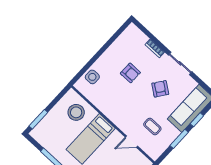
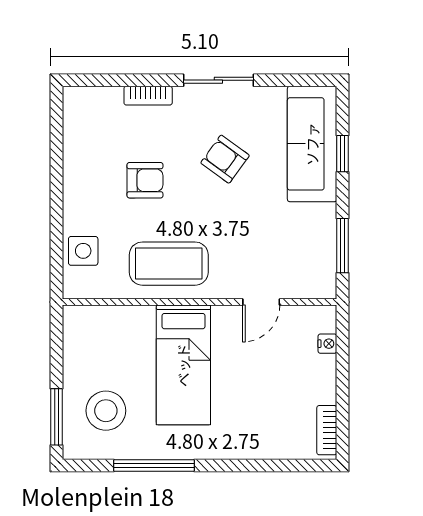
stool: (76, 112) -> (106, 411), moved
coffee table: (152, 126) -> (169, 264), moved, width x1.86, depth x1.72
window: (179, 139) -> (343, 246), moved

